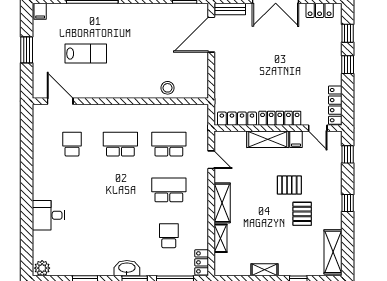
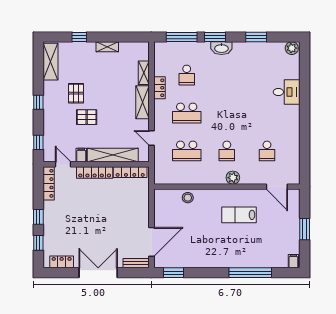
lab bench: (86, 54) -> (239, 215), moved
plant: (113, 112) -> (233, 178), added
shelving: (268, 139) -> (113, 155), width x1.47
school desk: (120, 144) -> (227, 151), width x0.54
locker: (202, 262) -> (159, 88), moved

